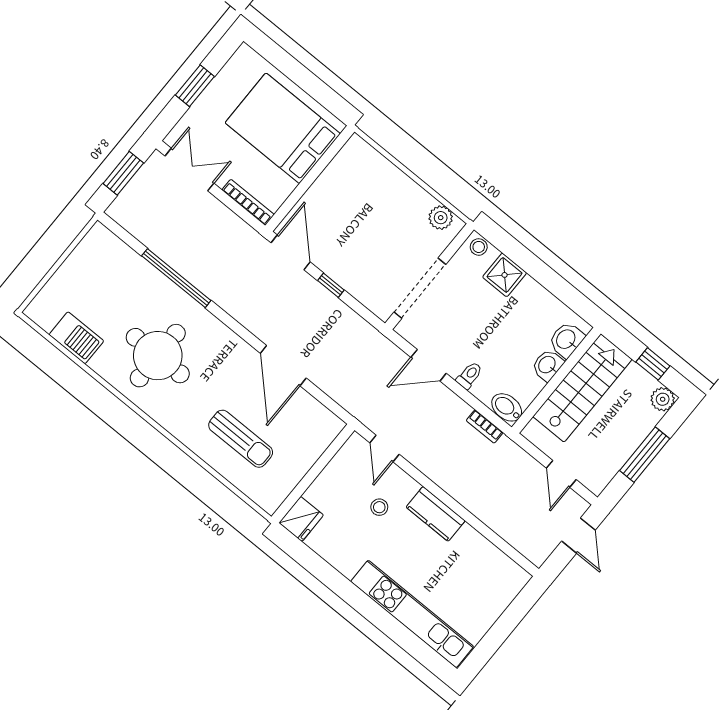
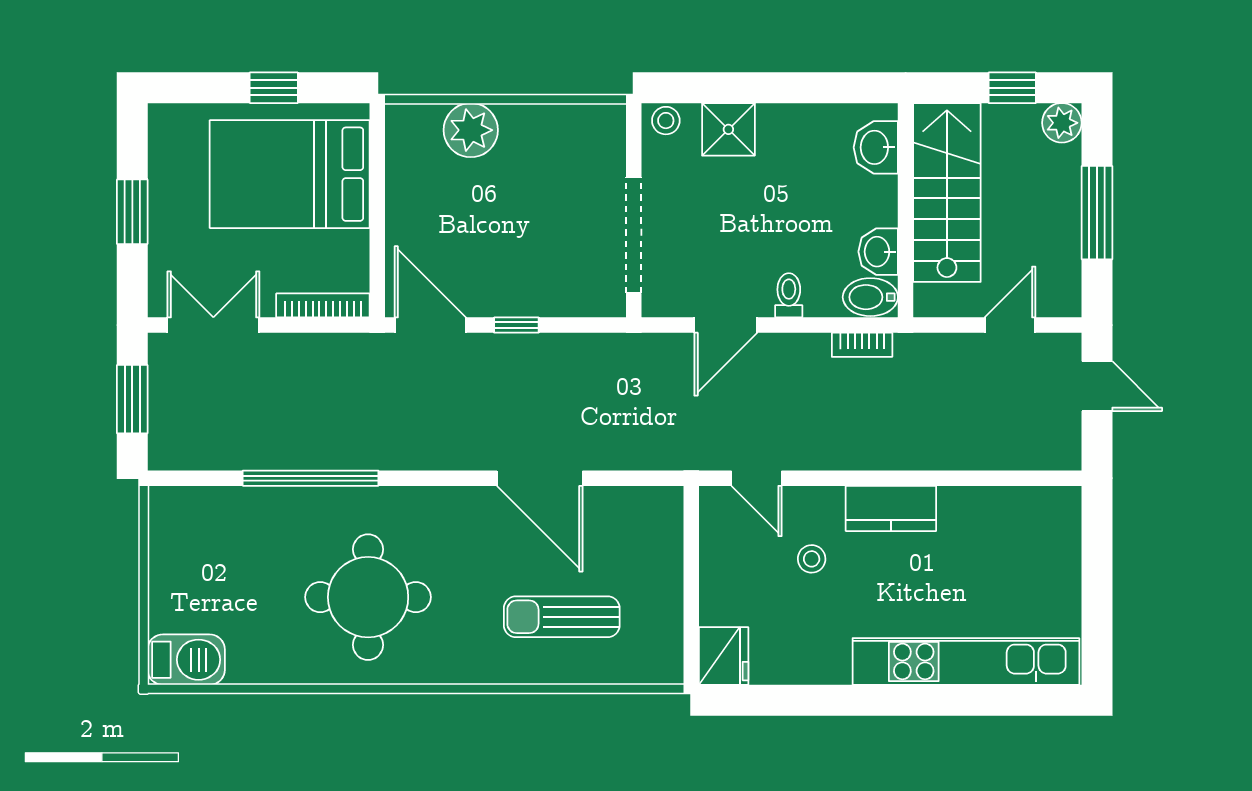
window: (308, 82) -> (274, 88), added
plant: (441, 218) -> (471, 130), moved, width x1.36, depth x1.36
barbecue: (76, 338) -> (186, 660), moved
washbasin: (547, 365) -> (878, 252), moved
sun lounger: (241, 439) -> (562, 617), turned 180
door: (561, 474) -> (1010, 325), swing flipped

